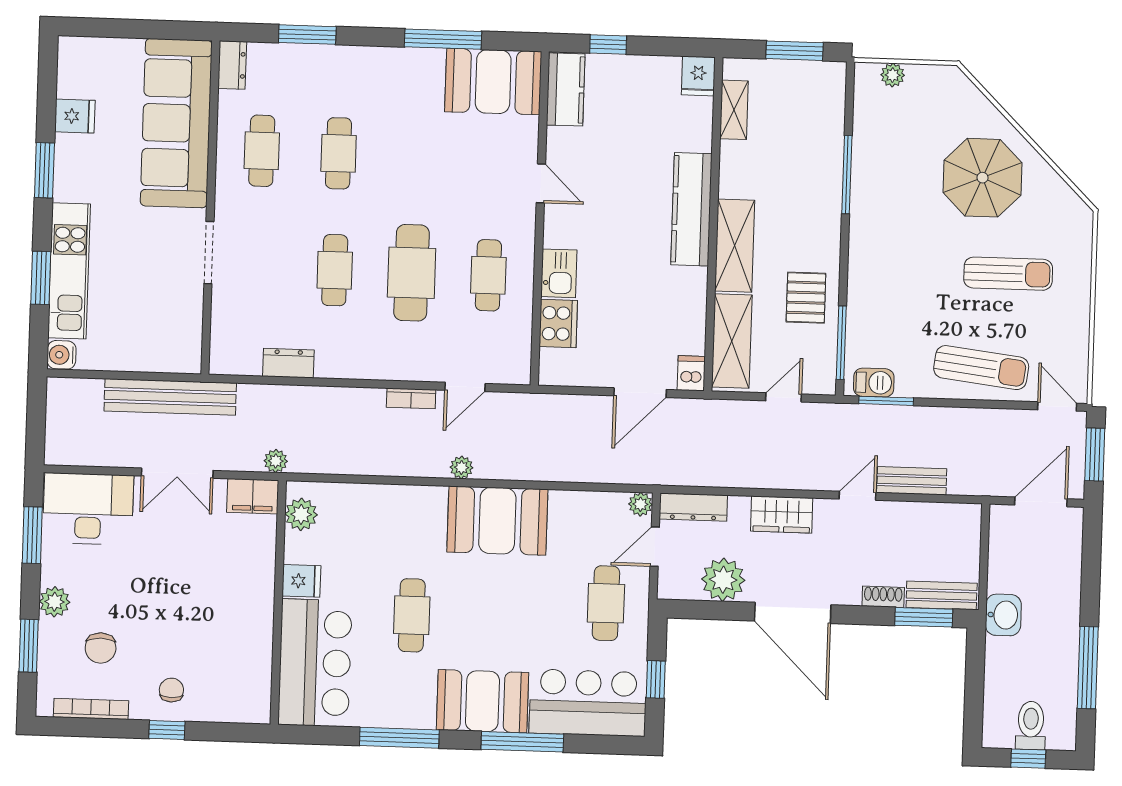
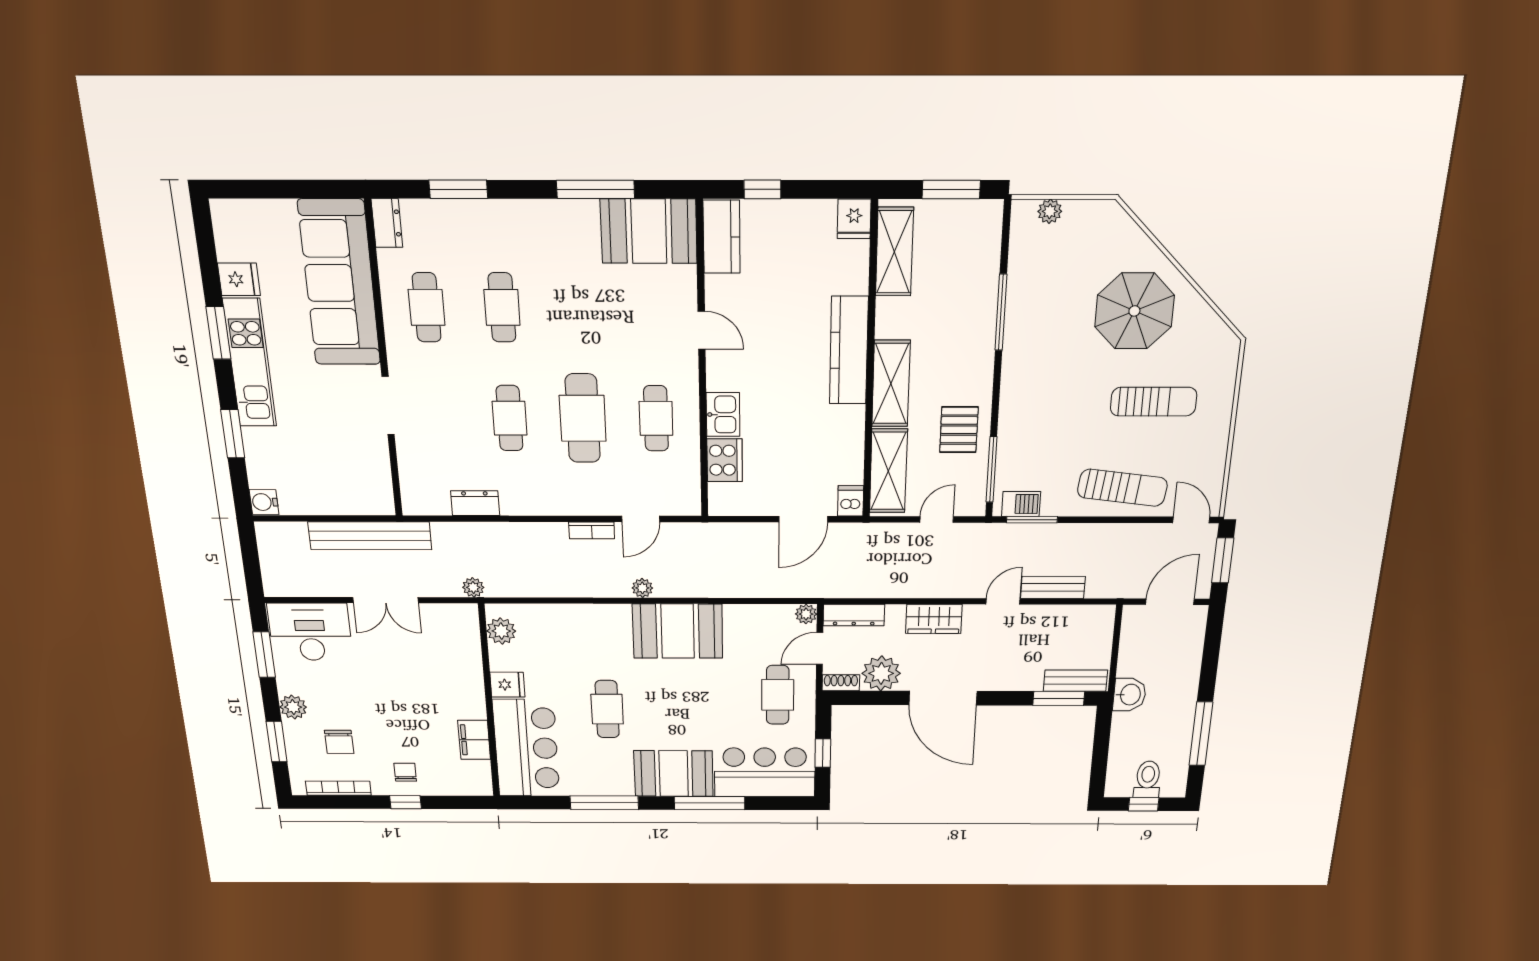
shelving: (734, 110) -> (894, 252), width x1.50, depth x1.33
kitchen unit: (69, 271) -> (250, 363), moved
filing cabinet: (253, 496) -> (474, 740), moved, turned 90
shoe rack: (883, 597) -> (841, 683), moved

